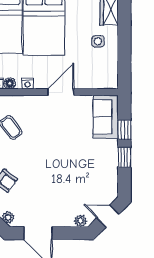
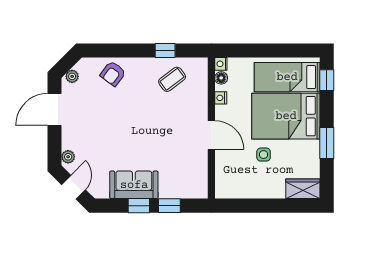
side table: (98, 41) -> (264, 155), moved
sofa: (106, 117) -> (134, 185), moved

